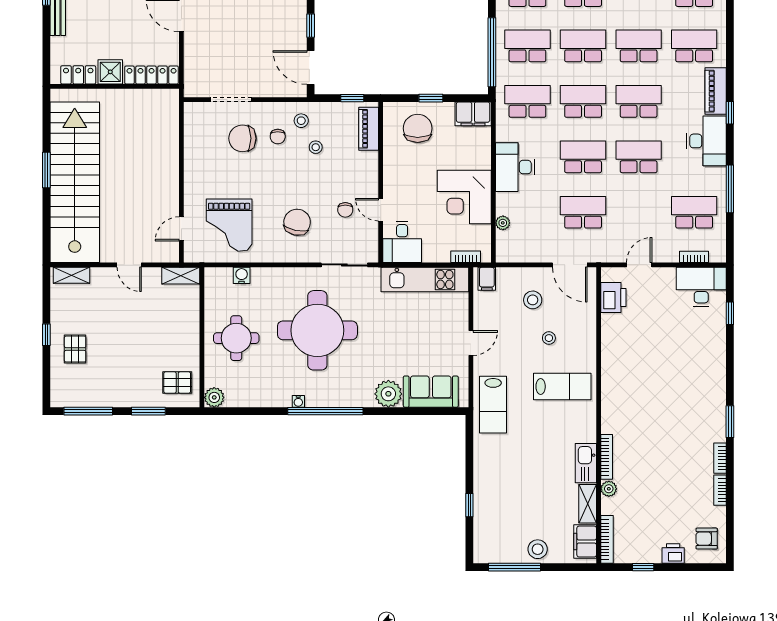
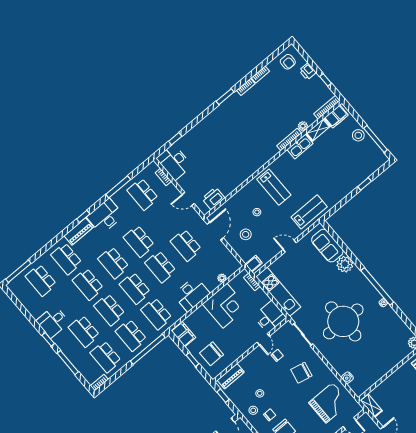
round table: (236, 338) -> (378, 356), removed
lab bench: (562, 386) -> (274, 187), turned 180

